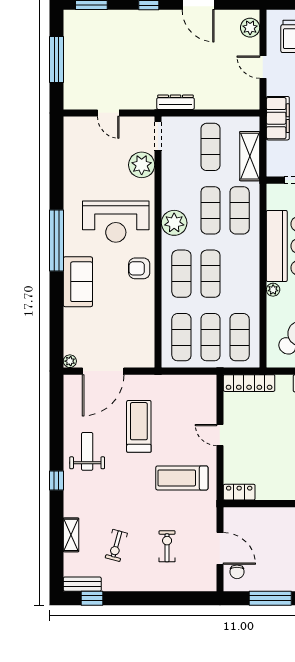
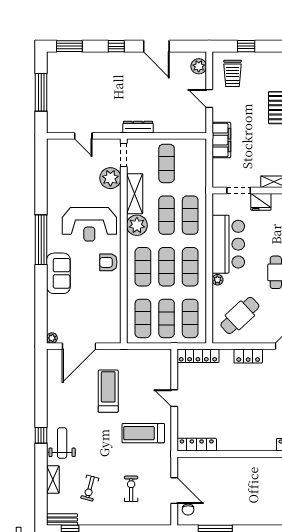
shelving: (250, 156) -> (135, 194), moved
exercise mat: (240, 274) -> (190, 267), added
weight bench: (87, 451) -> (62, 443), moved
locker: (239, 492) -> (197, 445), width x1.53

